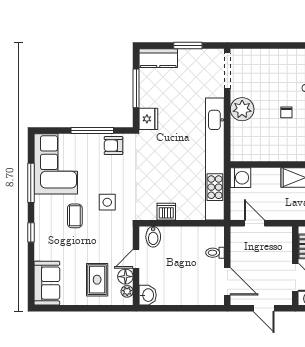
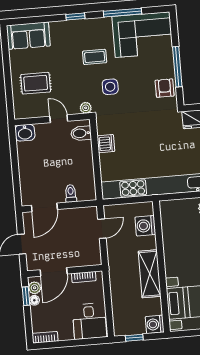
washing machine: (240, 178) -> (145, 226), moved, turned 90
floor lamp: (125, 277) -> (41, 110), removed
plant: (127, 291) -> (86, 108), moved

